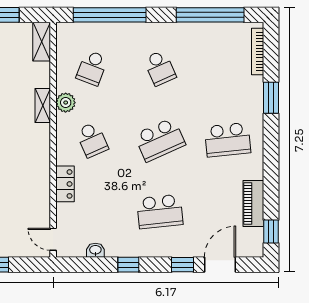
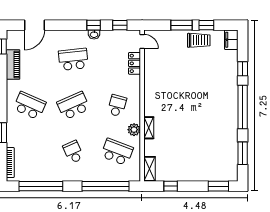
school desk: (92, 68) -> (117, 152), width x1.85
school desk: (92, 140) -> (117, 106), turned 39
school desk: (228, 140) -> (30, 106), turned 30
locker: (65, 184) -> (134, 63), moved
washbasin: (95, 250) -> (94, 34), moved
window: (183, 265) -> (120, 25), moved

